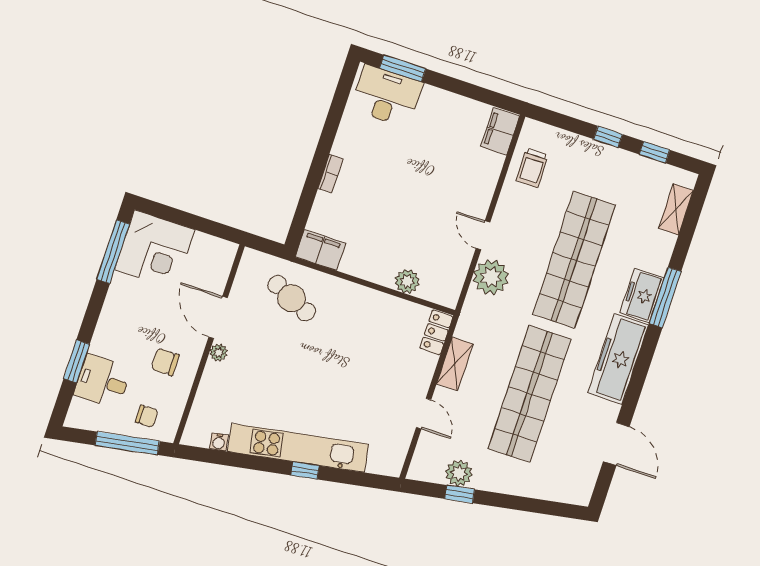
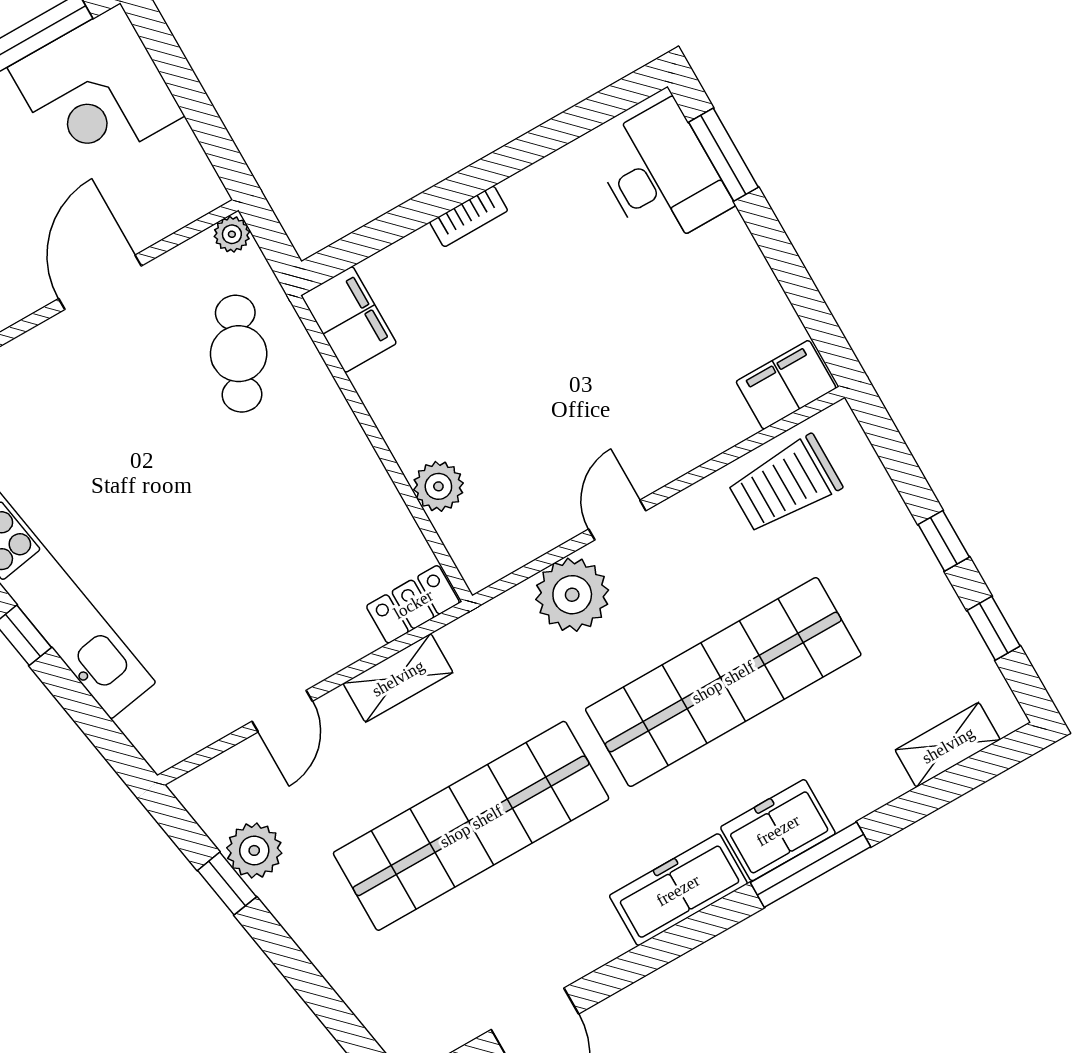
trolley: (532, 168) -> (785, 484), width x1.36, depth x1.39
plant: (219, 352) -> (232, 234), moved
freezer: (618, 359) -> (678, 890), width x0.73, depth x0.79

